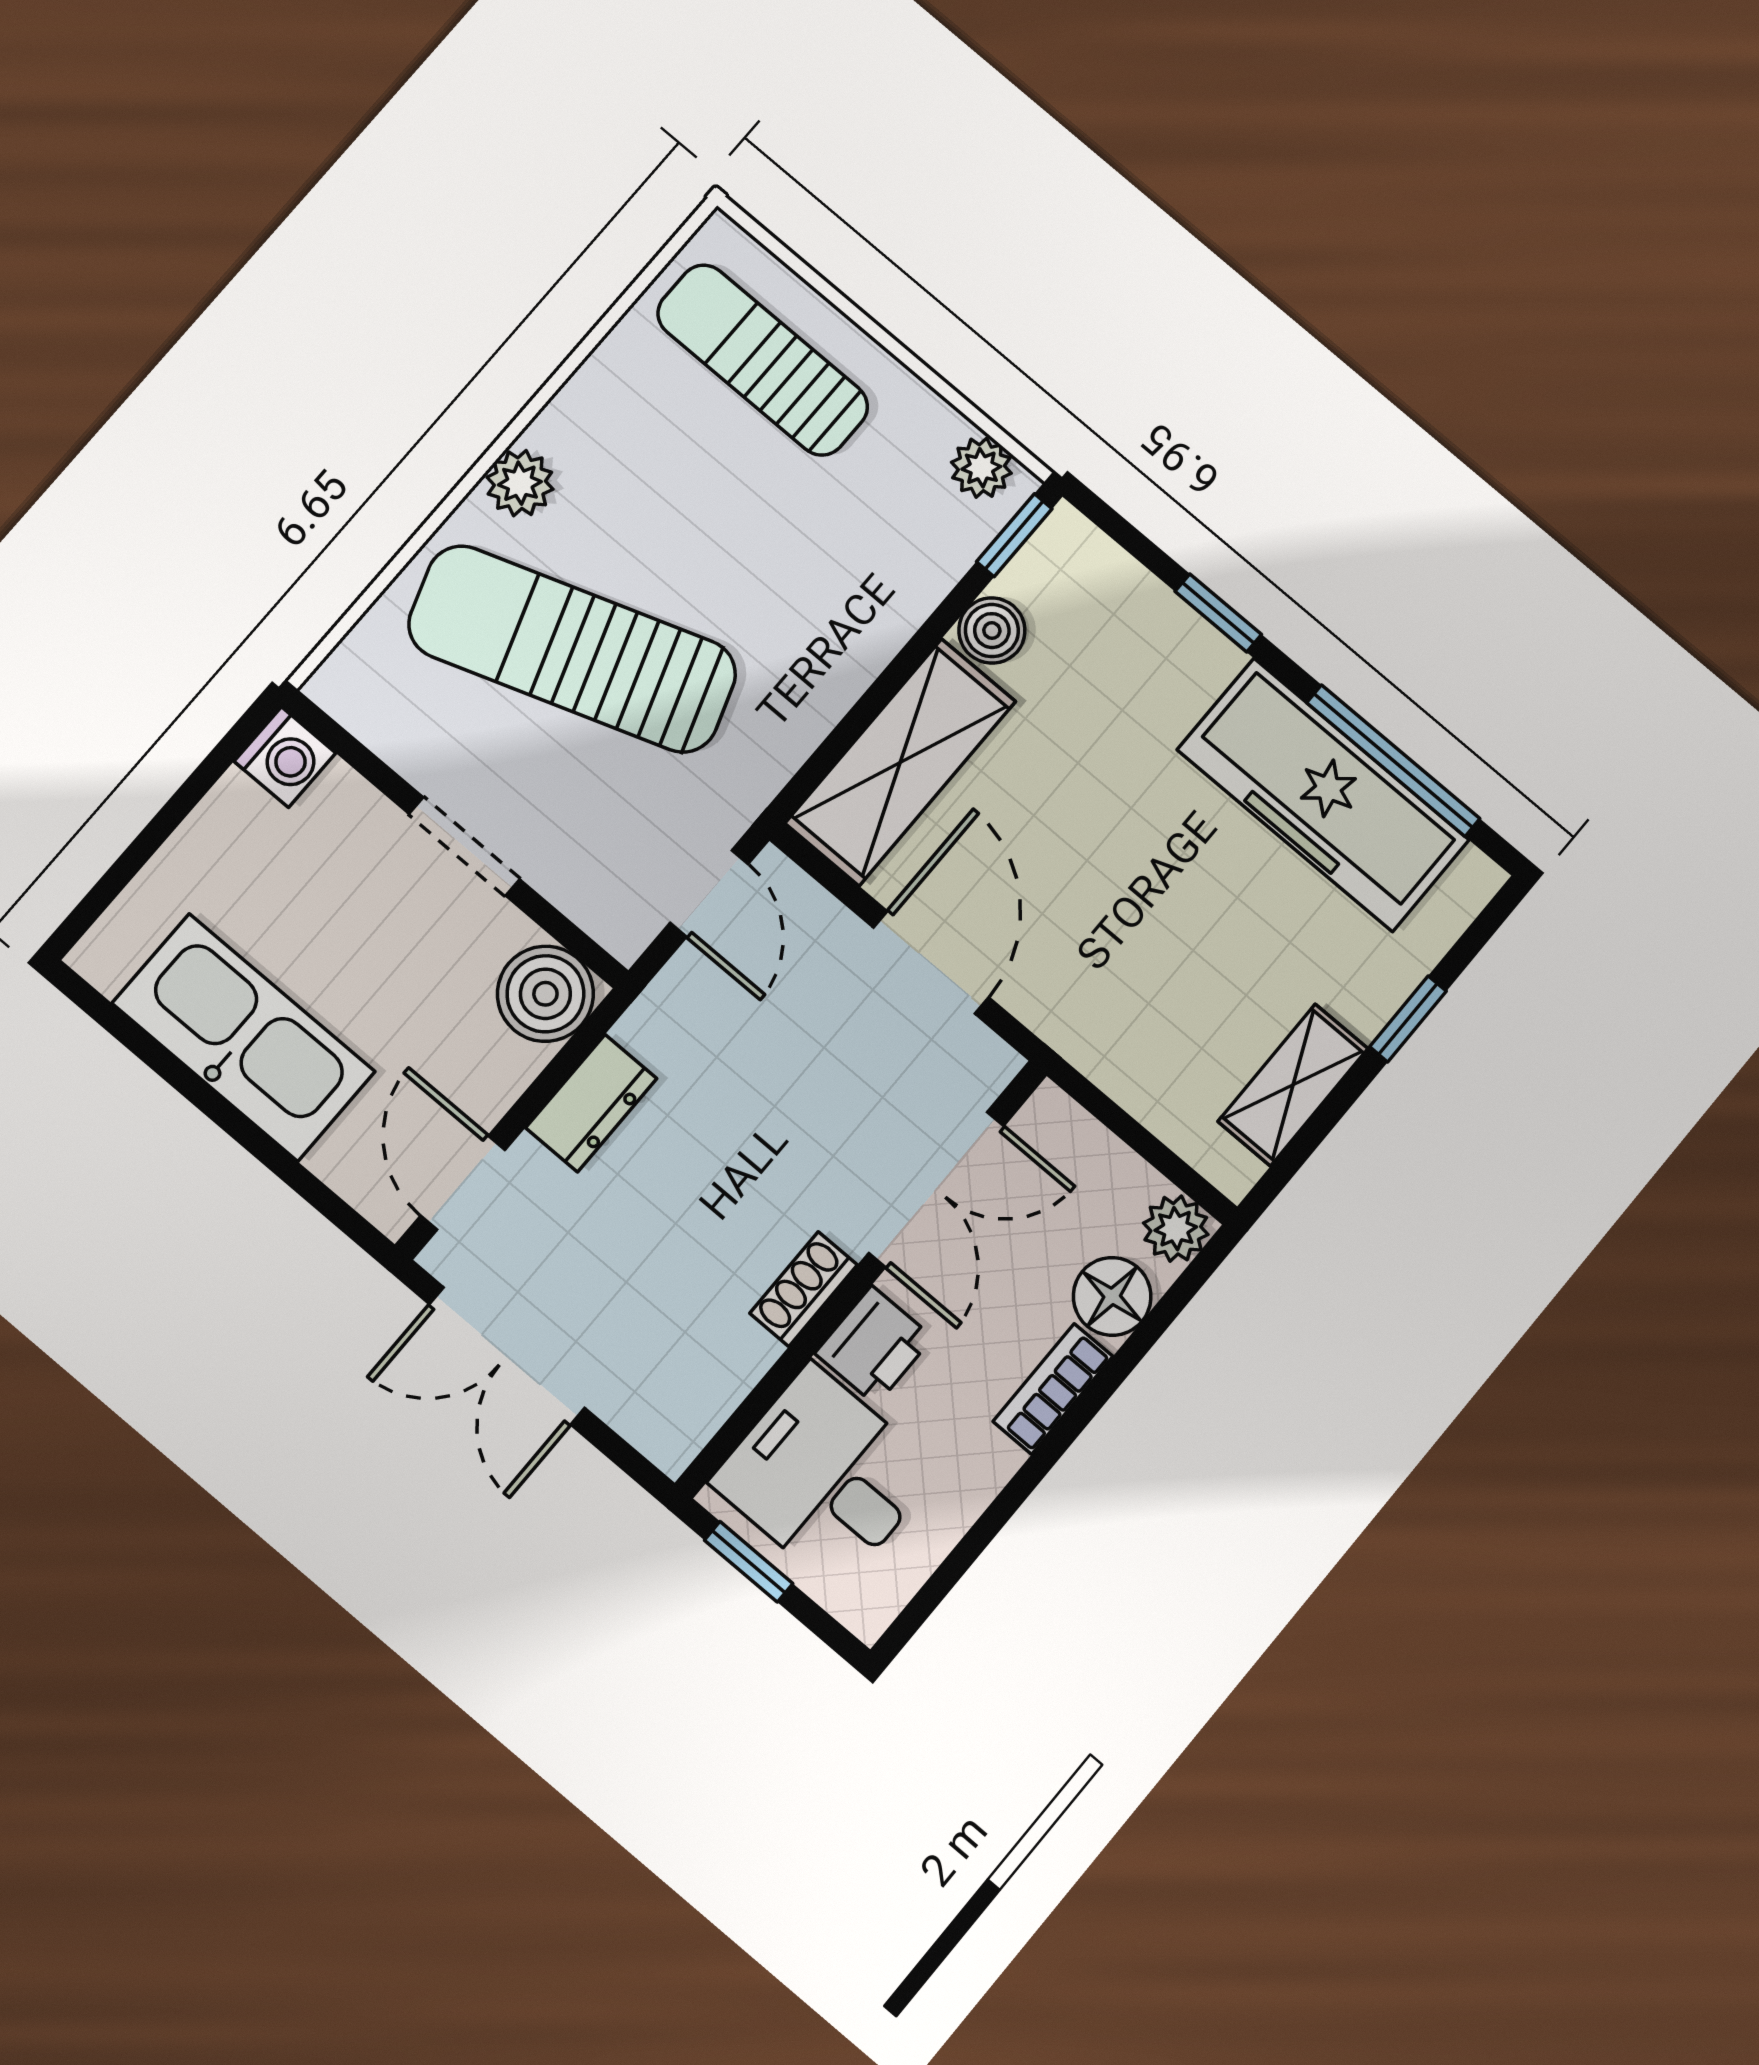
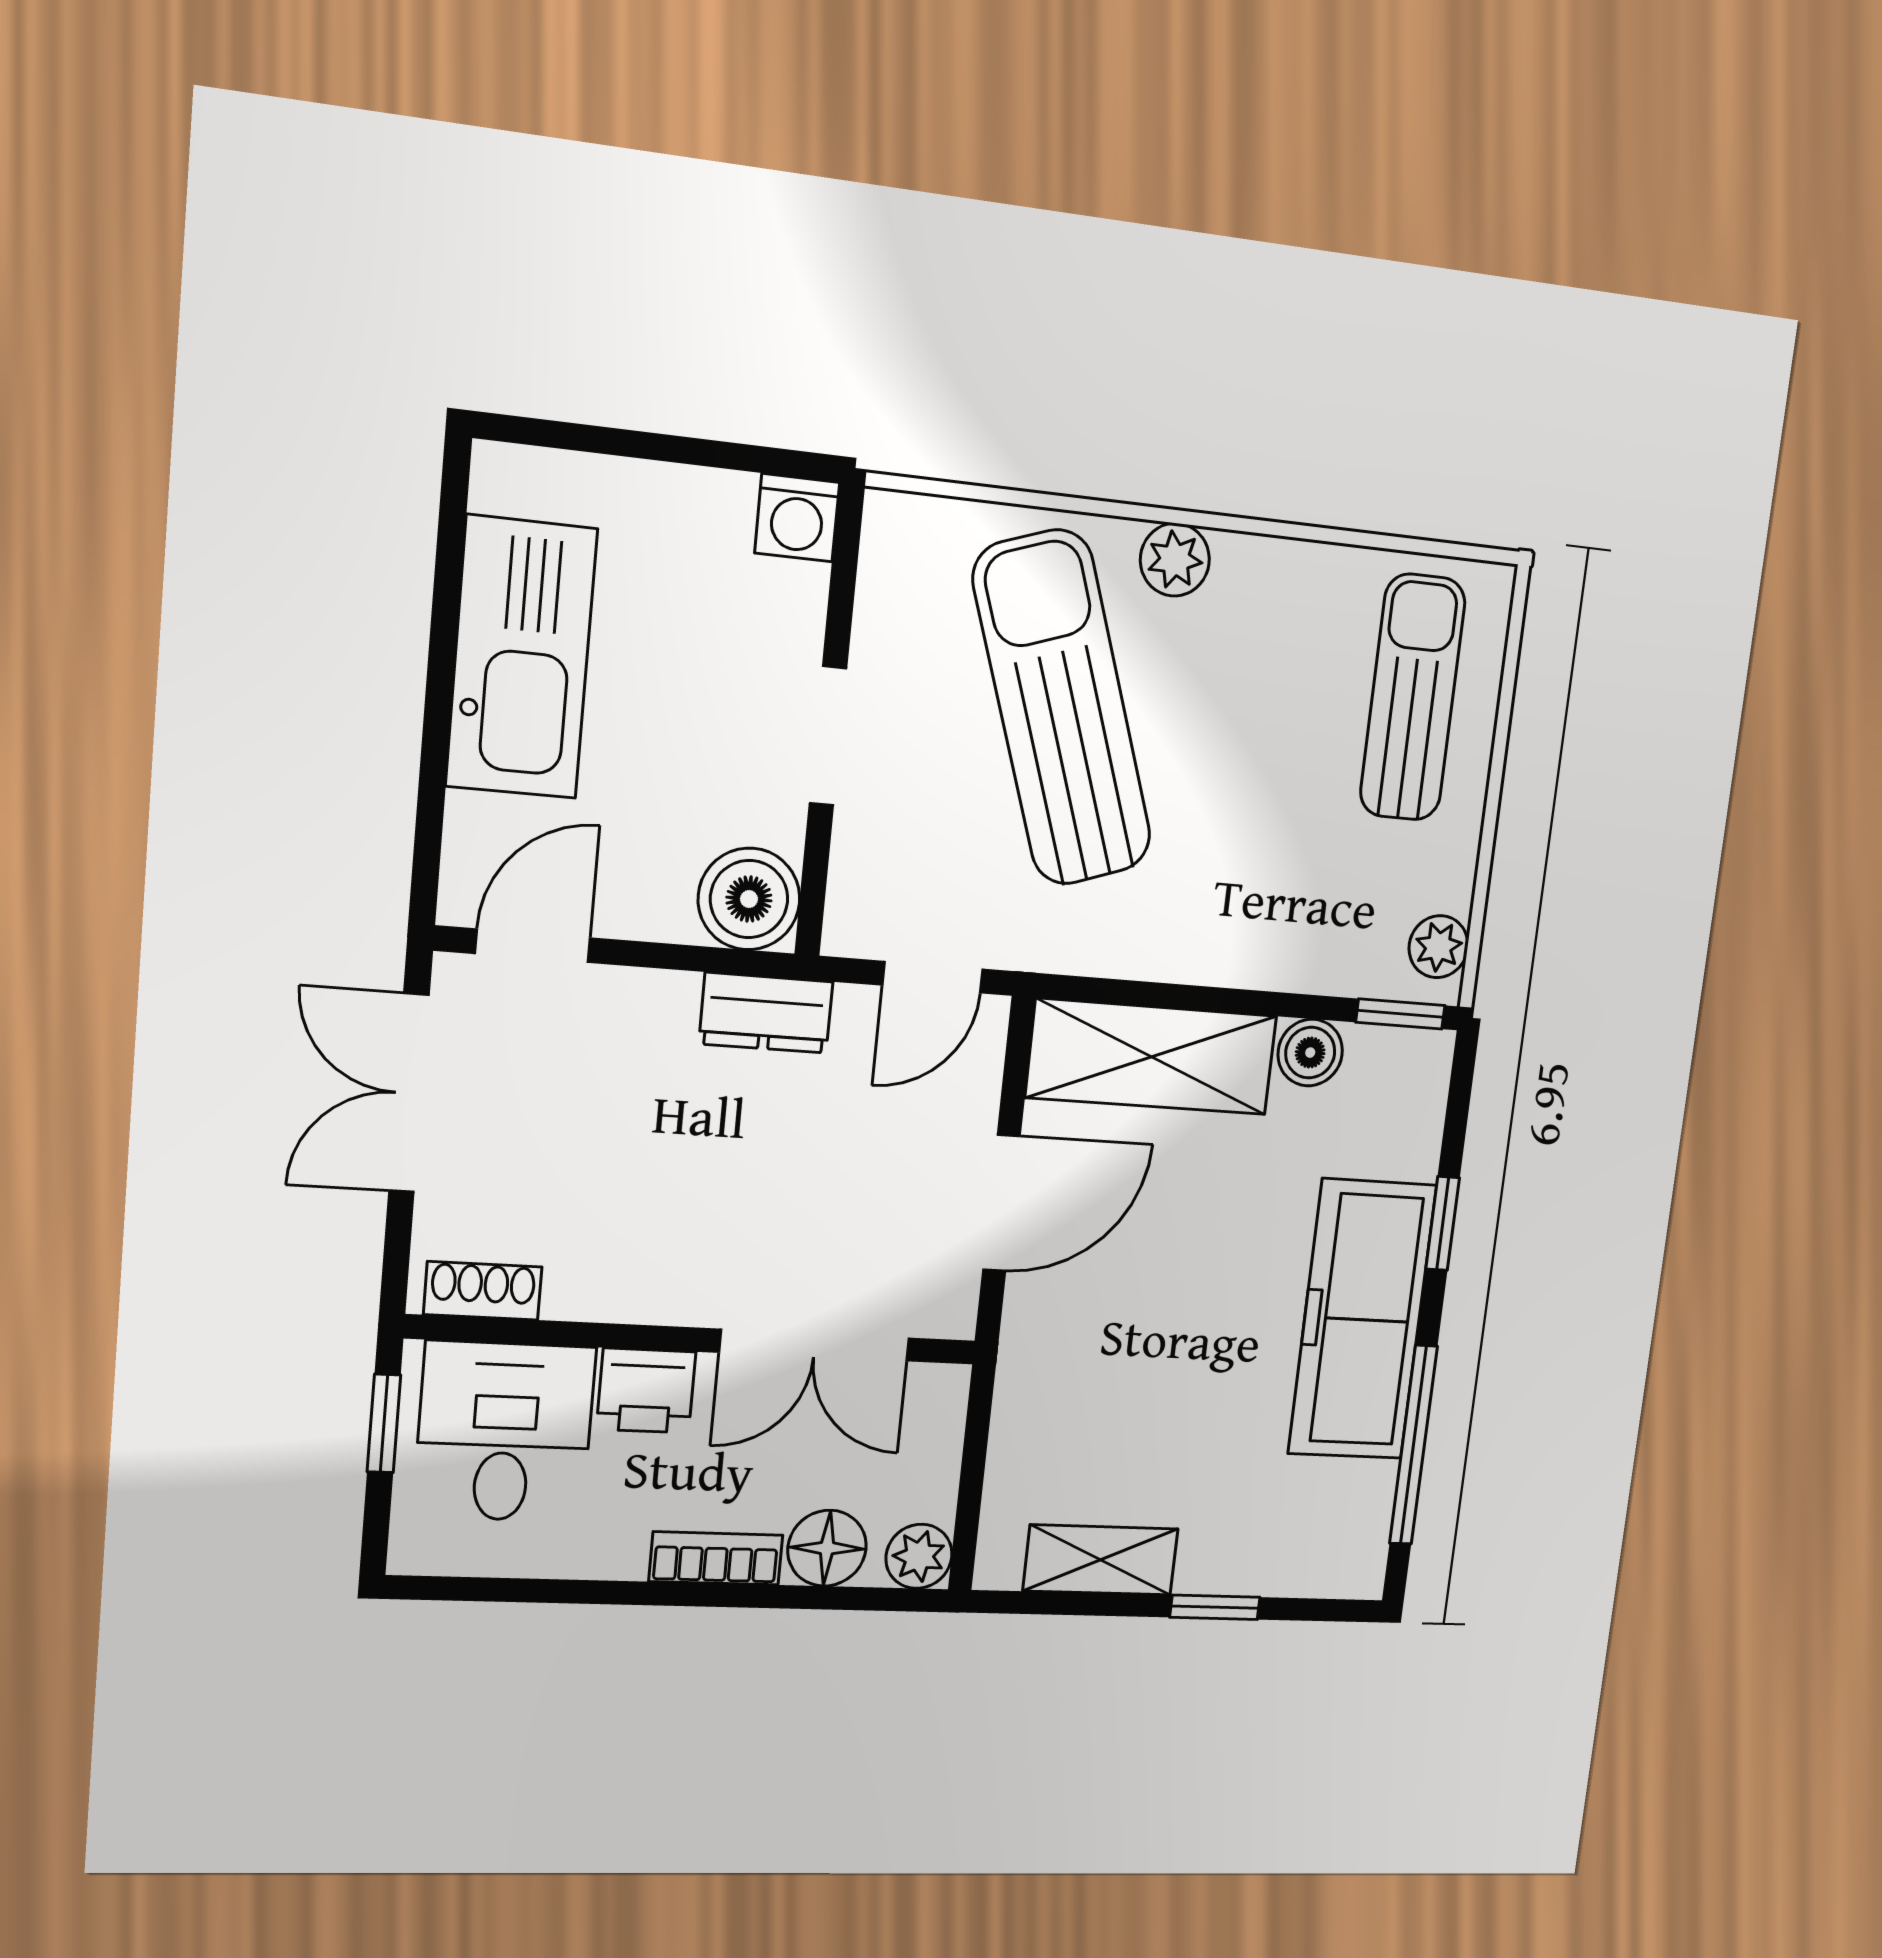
freezer: (1323, 795) -> (1362, 1320), moved
dresser: (591, 1103) -> (766, 1013), moved
shoe rack: (804, 1289) -> (483, 1291), moved

